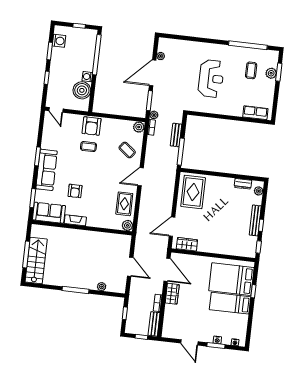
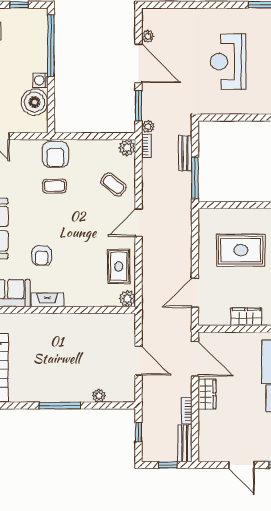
door: (153, 73) -> (139, 63), swing flipped
reception desk: (211, 79) -> (228, 62), turned 180
rug: (193, 192) -> (241, 250), moved, turned 90
wardrobe: (187, 244) -> (246, 317), moved

